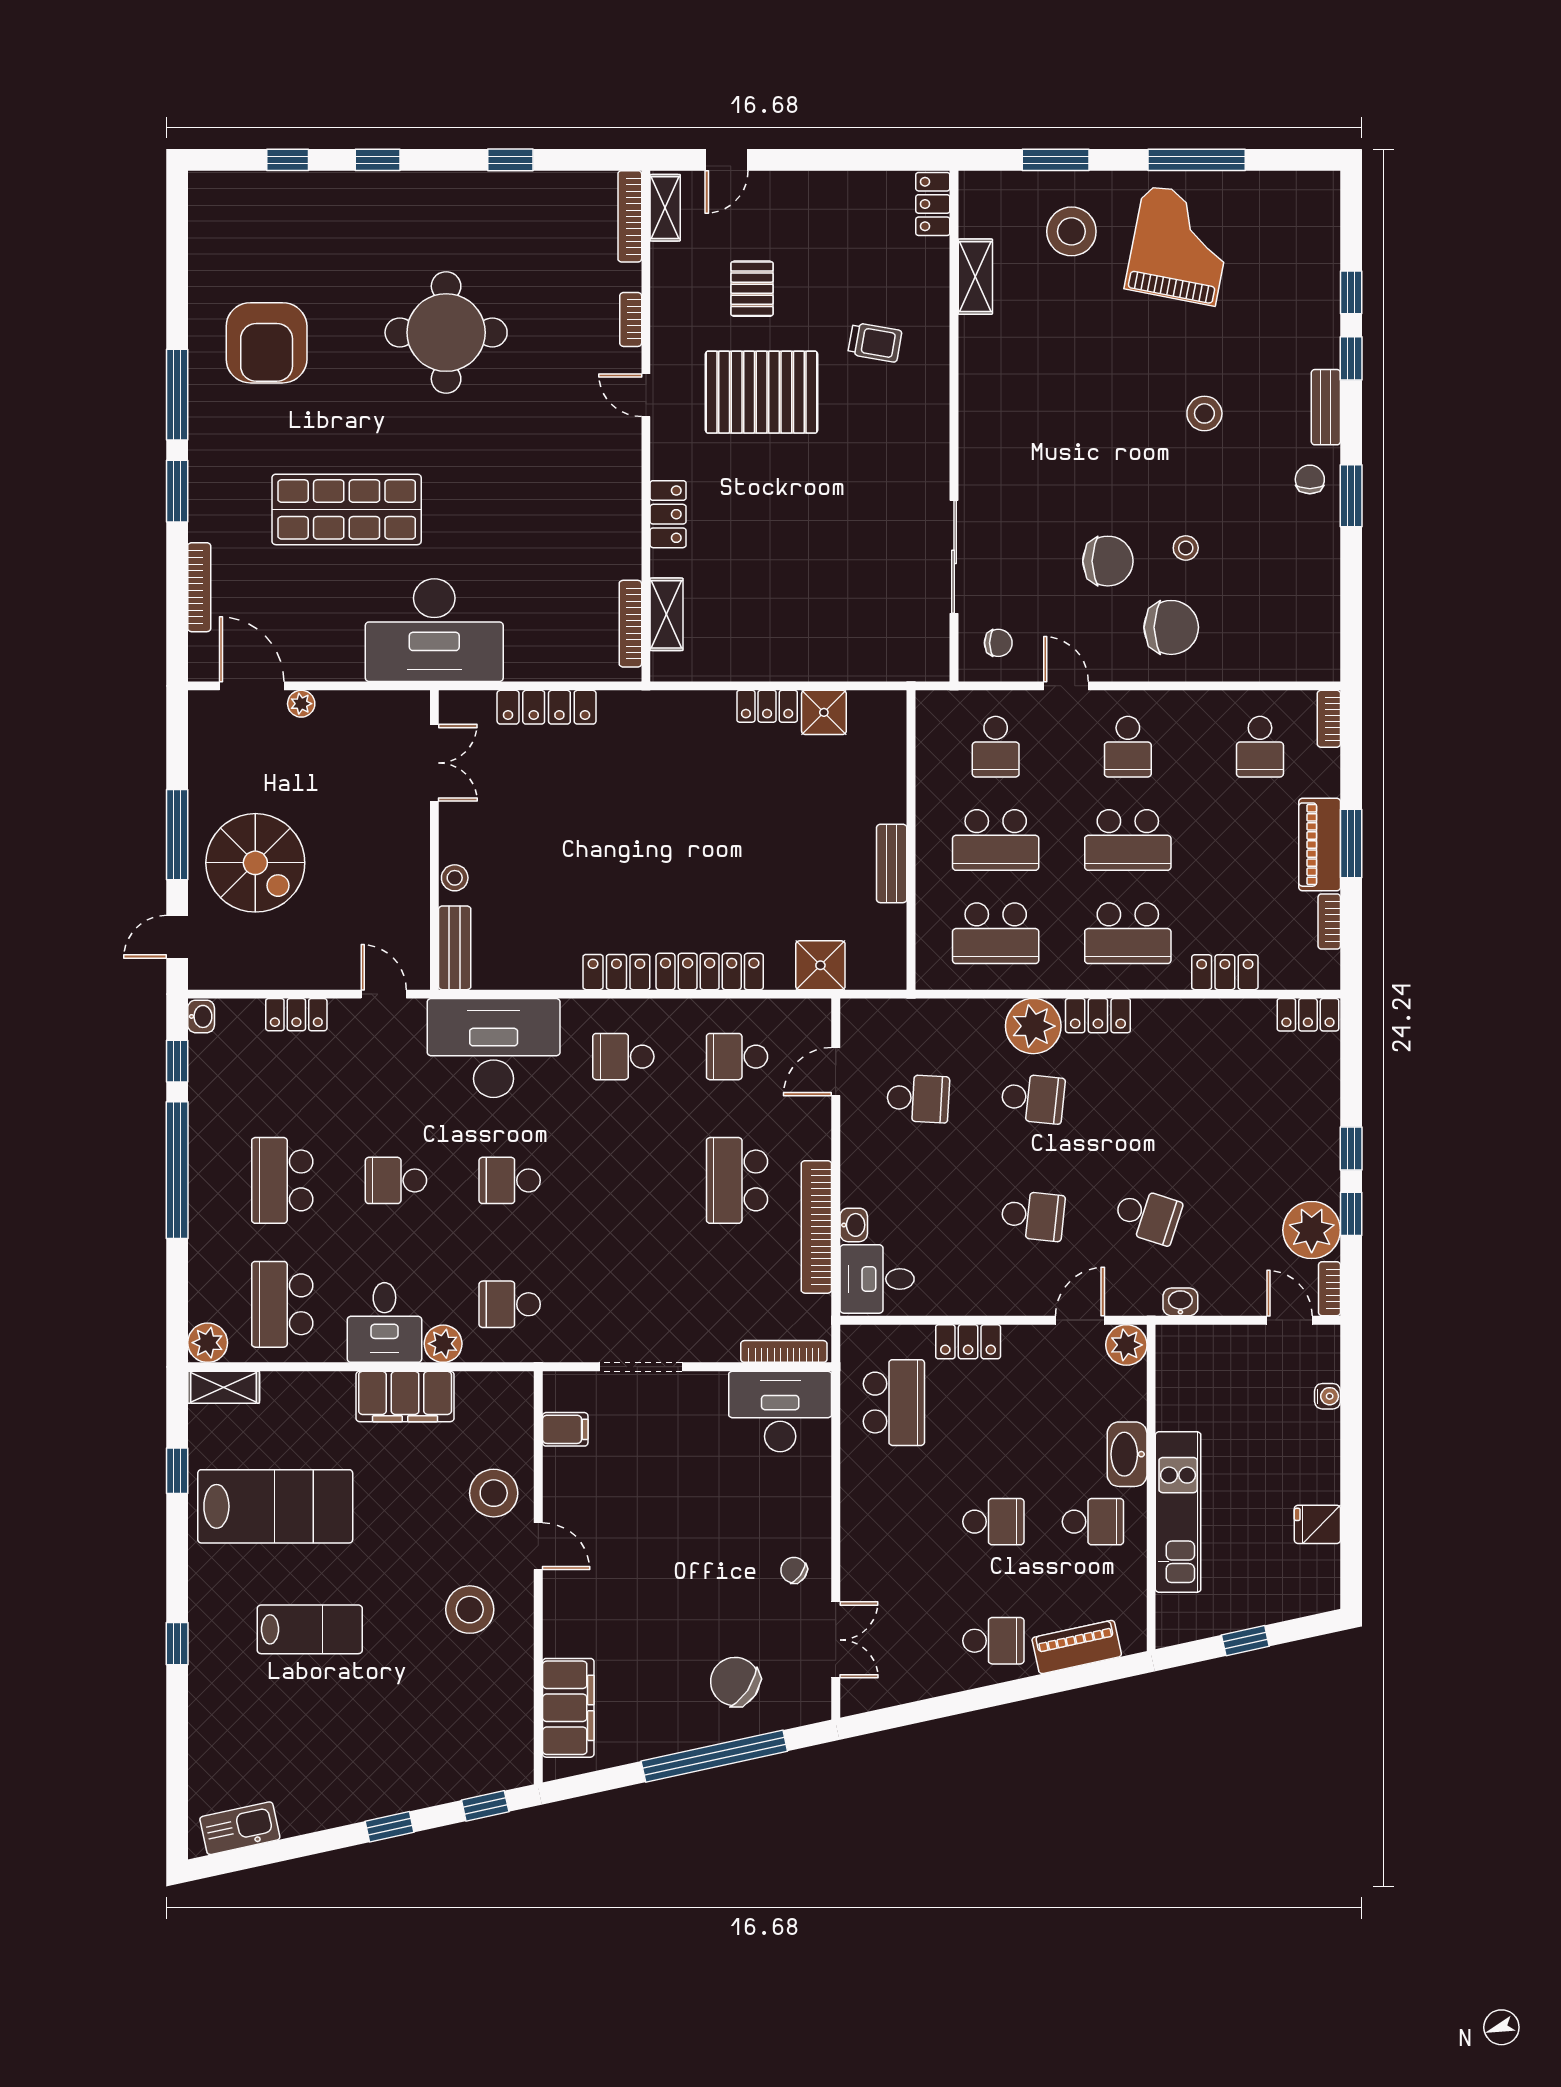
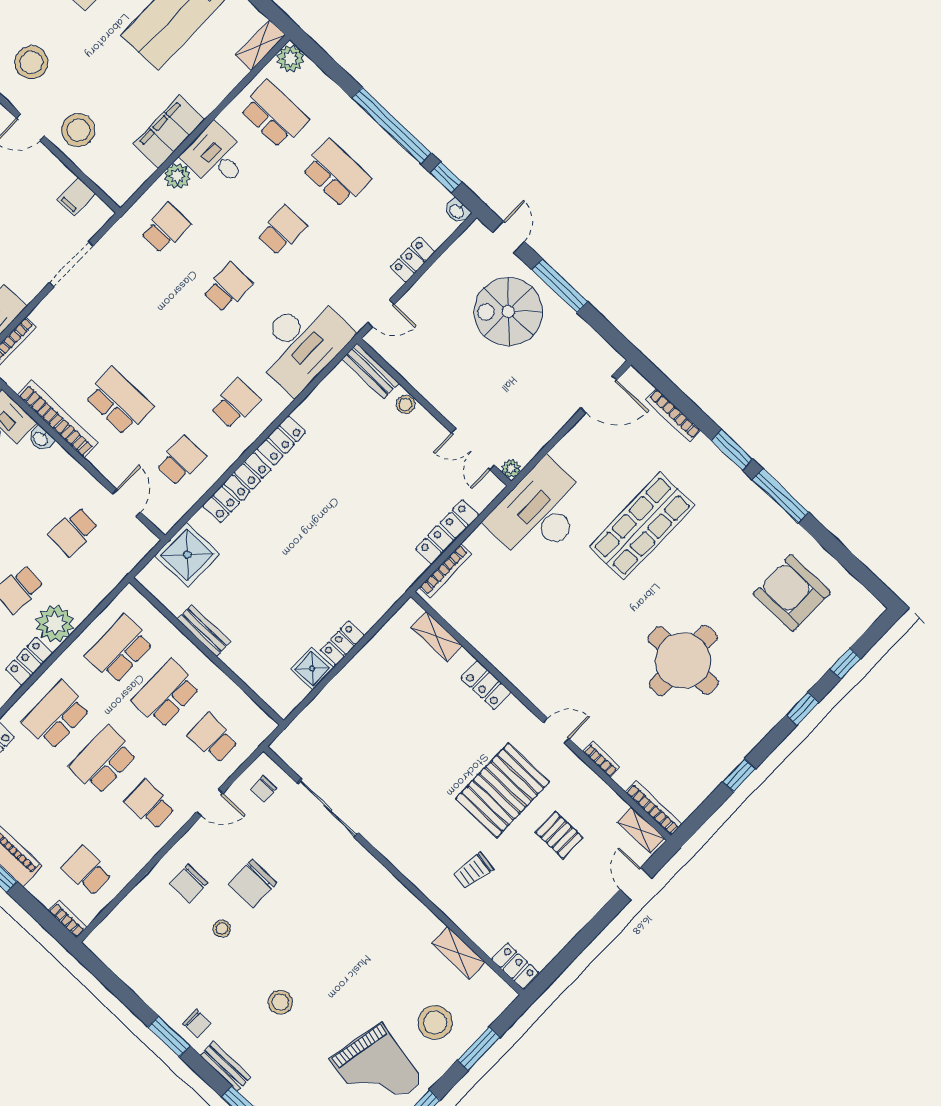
armchair: (267, 343) -> (792, 593), moved
bookcase: (630, 624) -> (445, 571), moved, turned 90
chair: (1171, 627) -> (189, 883), width x0.73, depth x0.73
plant: (301, 704) -> (511, 468), moved
shower: (820, 965) -> (187, 555), width x1.36, depth x1.36

